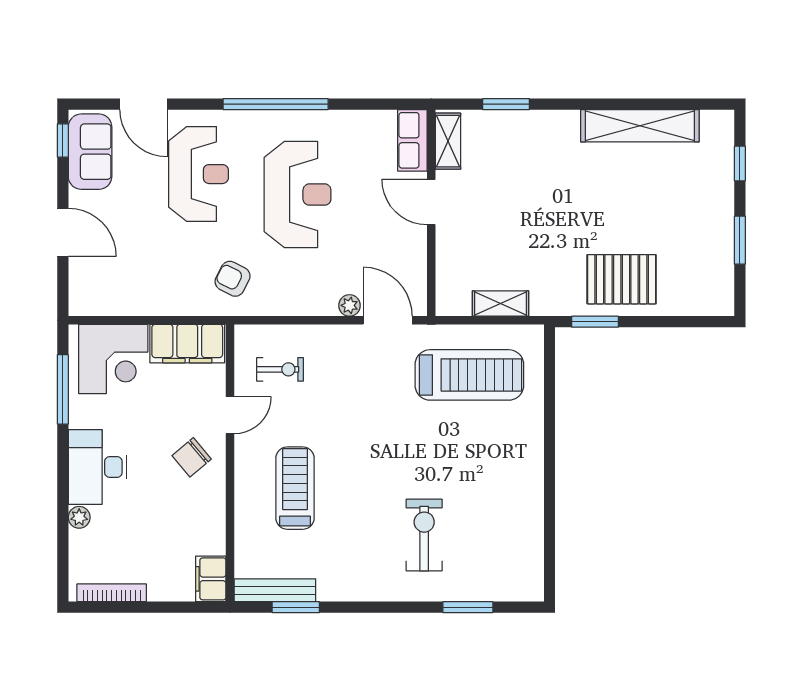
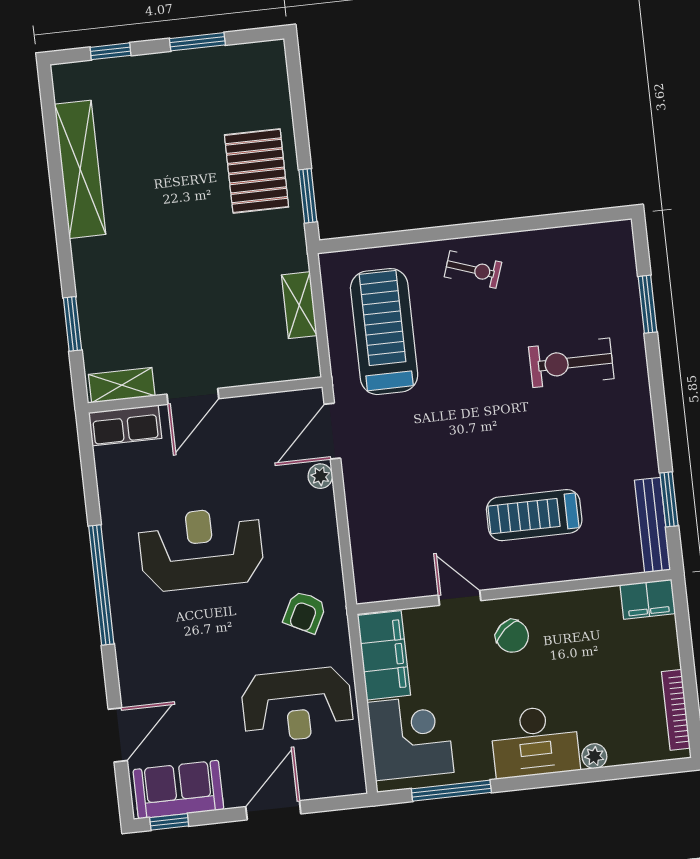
reception desk: (198, 174) -> (297, 705), moved, turned 180
exercise bike: (280, 369) -> (473, 270), moved, turned 109

